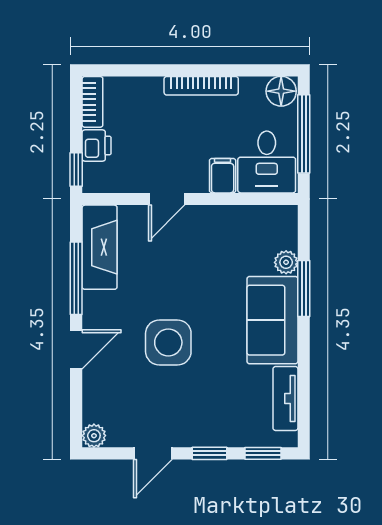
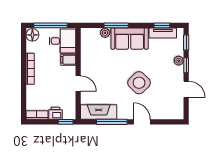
side table: (168, 342) -> (139, 83), turned 45
window: (304, 396) -> (162, 25), added
plant: (94, 436) -> (179, 61), moved

